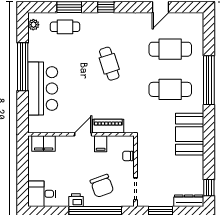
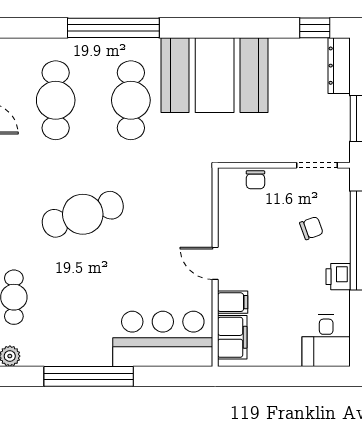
cafe table: (109, 64) -> (83, 214), width x1.37, depth x1.35
bar counter: (43, 89) -> (163, 339), moved
piano: (108, 126) -> (200, 217), removed
booth: (190, 134) -> (215, 75), width x1.36, depth x1.42
filing cabinet: (101, 144) -> (233, 302), moved
chair: (102, 186) -> (311, 228), width x0.54, depth x0.54

